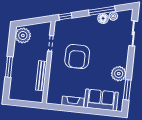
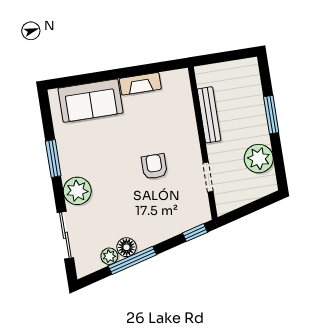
plant: (23, 35) -> (259, 159), moved
armchair: (77, 57) -> (154, 167), width x0.53, depth x0.53
plant: (119, 74) -> (77, 191), moved
window: (127, 90) -> (53, 158), moved

